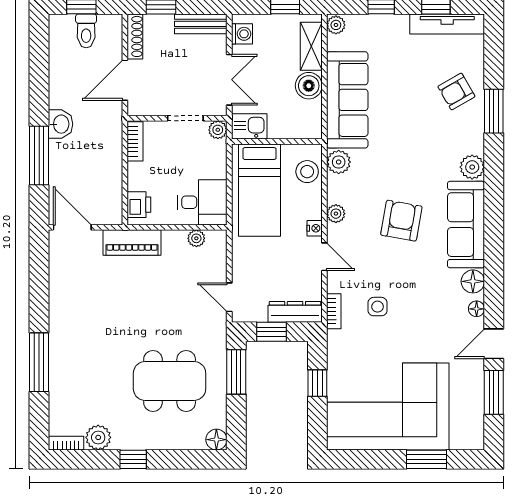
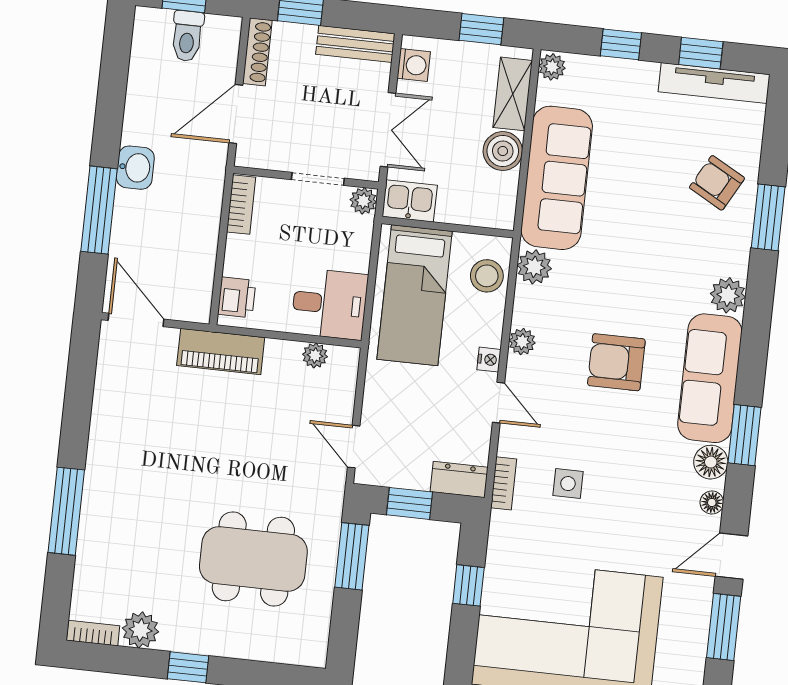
armchair: (456, 91) -> (717, 183), turned 59
armchair: (401, 221) -> (616, 362), turned -100
window: (494, 261) -> (745, 435), added
dresser: (295, 312) -> (459, 480), width x0.70
floor lamp: (216, 440) -> (312, 652), removed

